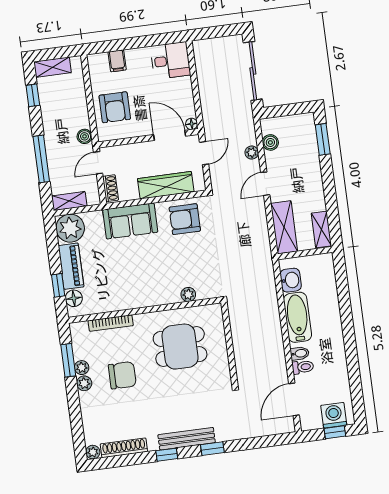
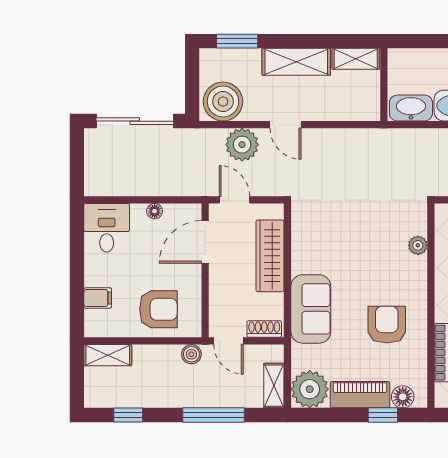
shelving: (52, 67) -> (108, 355), moved, turned 90
floor lamp: (192, 124) -> (155, 211), moved
boiler: (270, 142) -> (223, 101), width x1.86, depth x1.86
plant: (252, 153) -> (242, 145), width x1.87, depth x1.87
armchair: (185, 219) -> (387, 325), moved, turned 180
shelving: (284, 227) -> (296, 62), moved
washbasin: (291, 280) -> (411, 108), width x1.38

